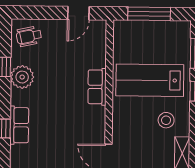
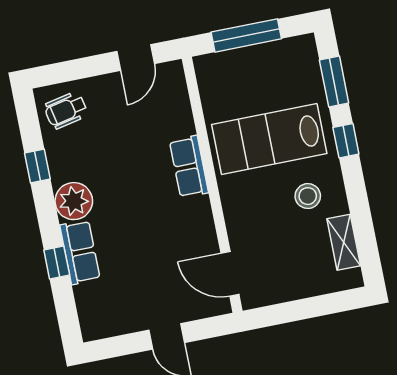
plant: (22, 77) -> (74, 201), moved

